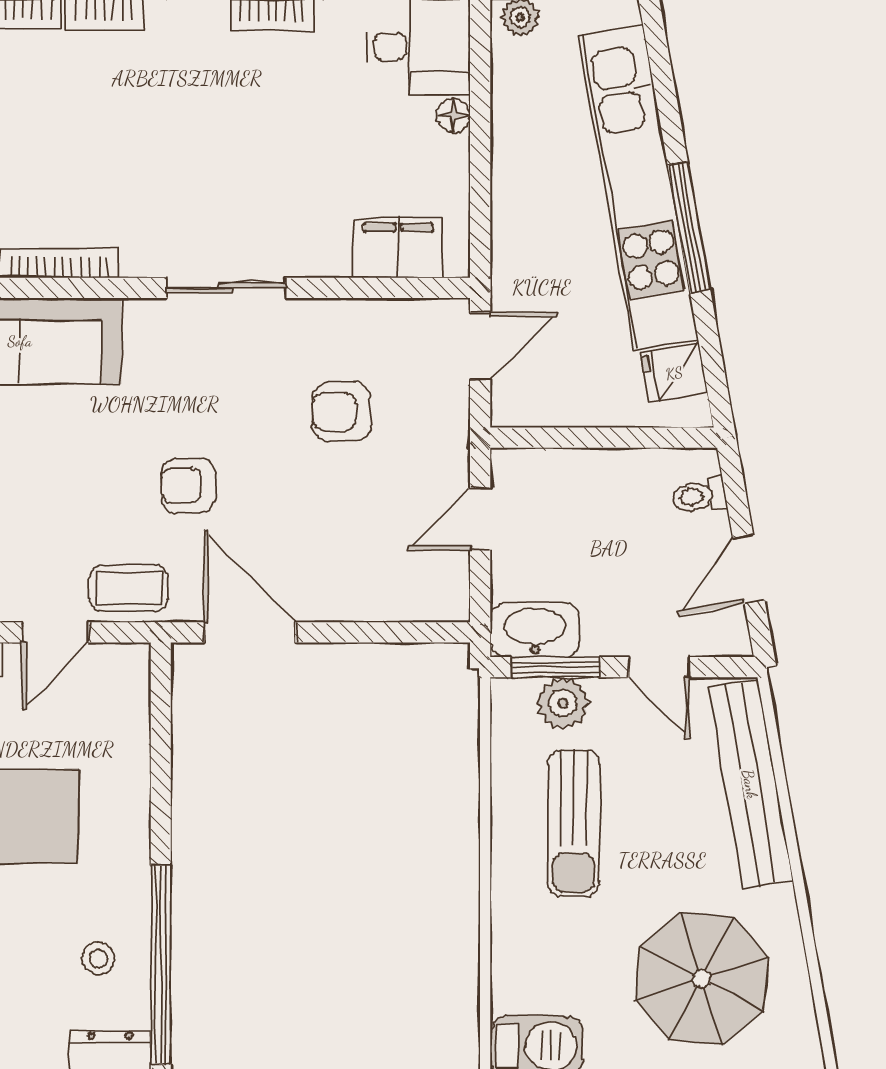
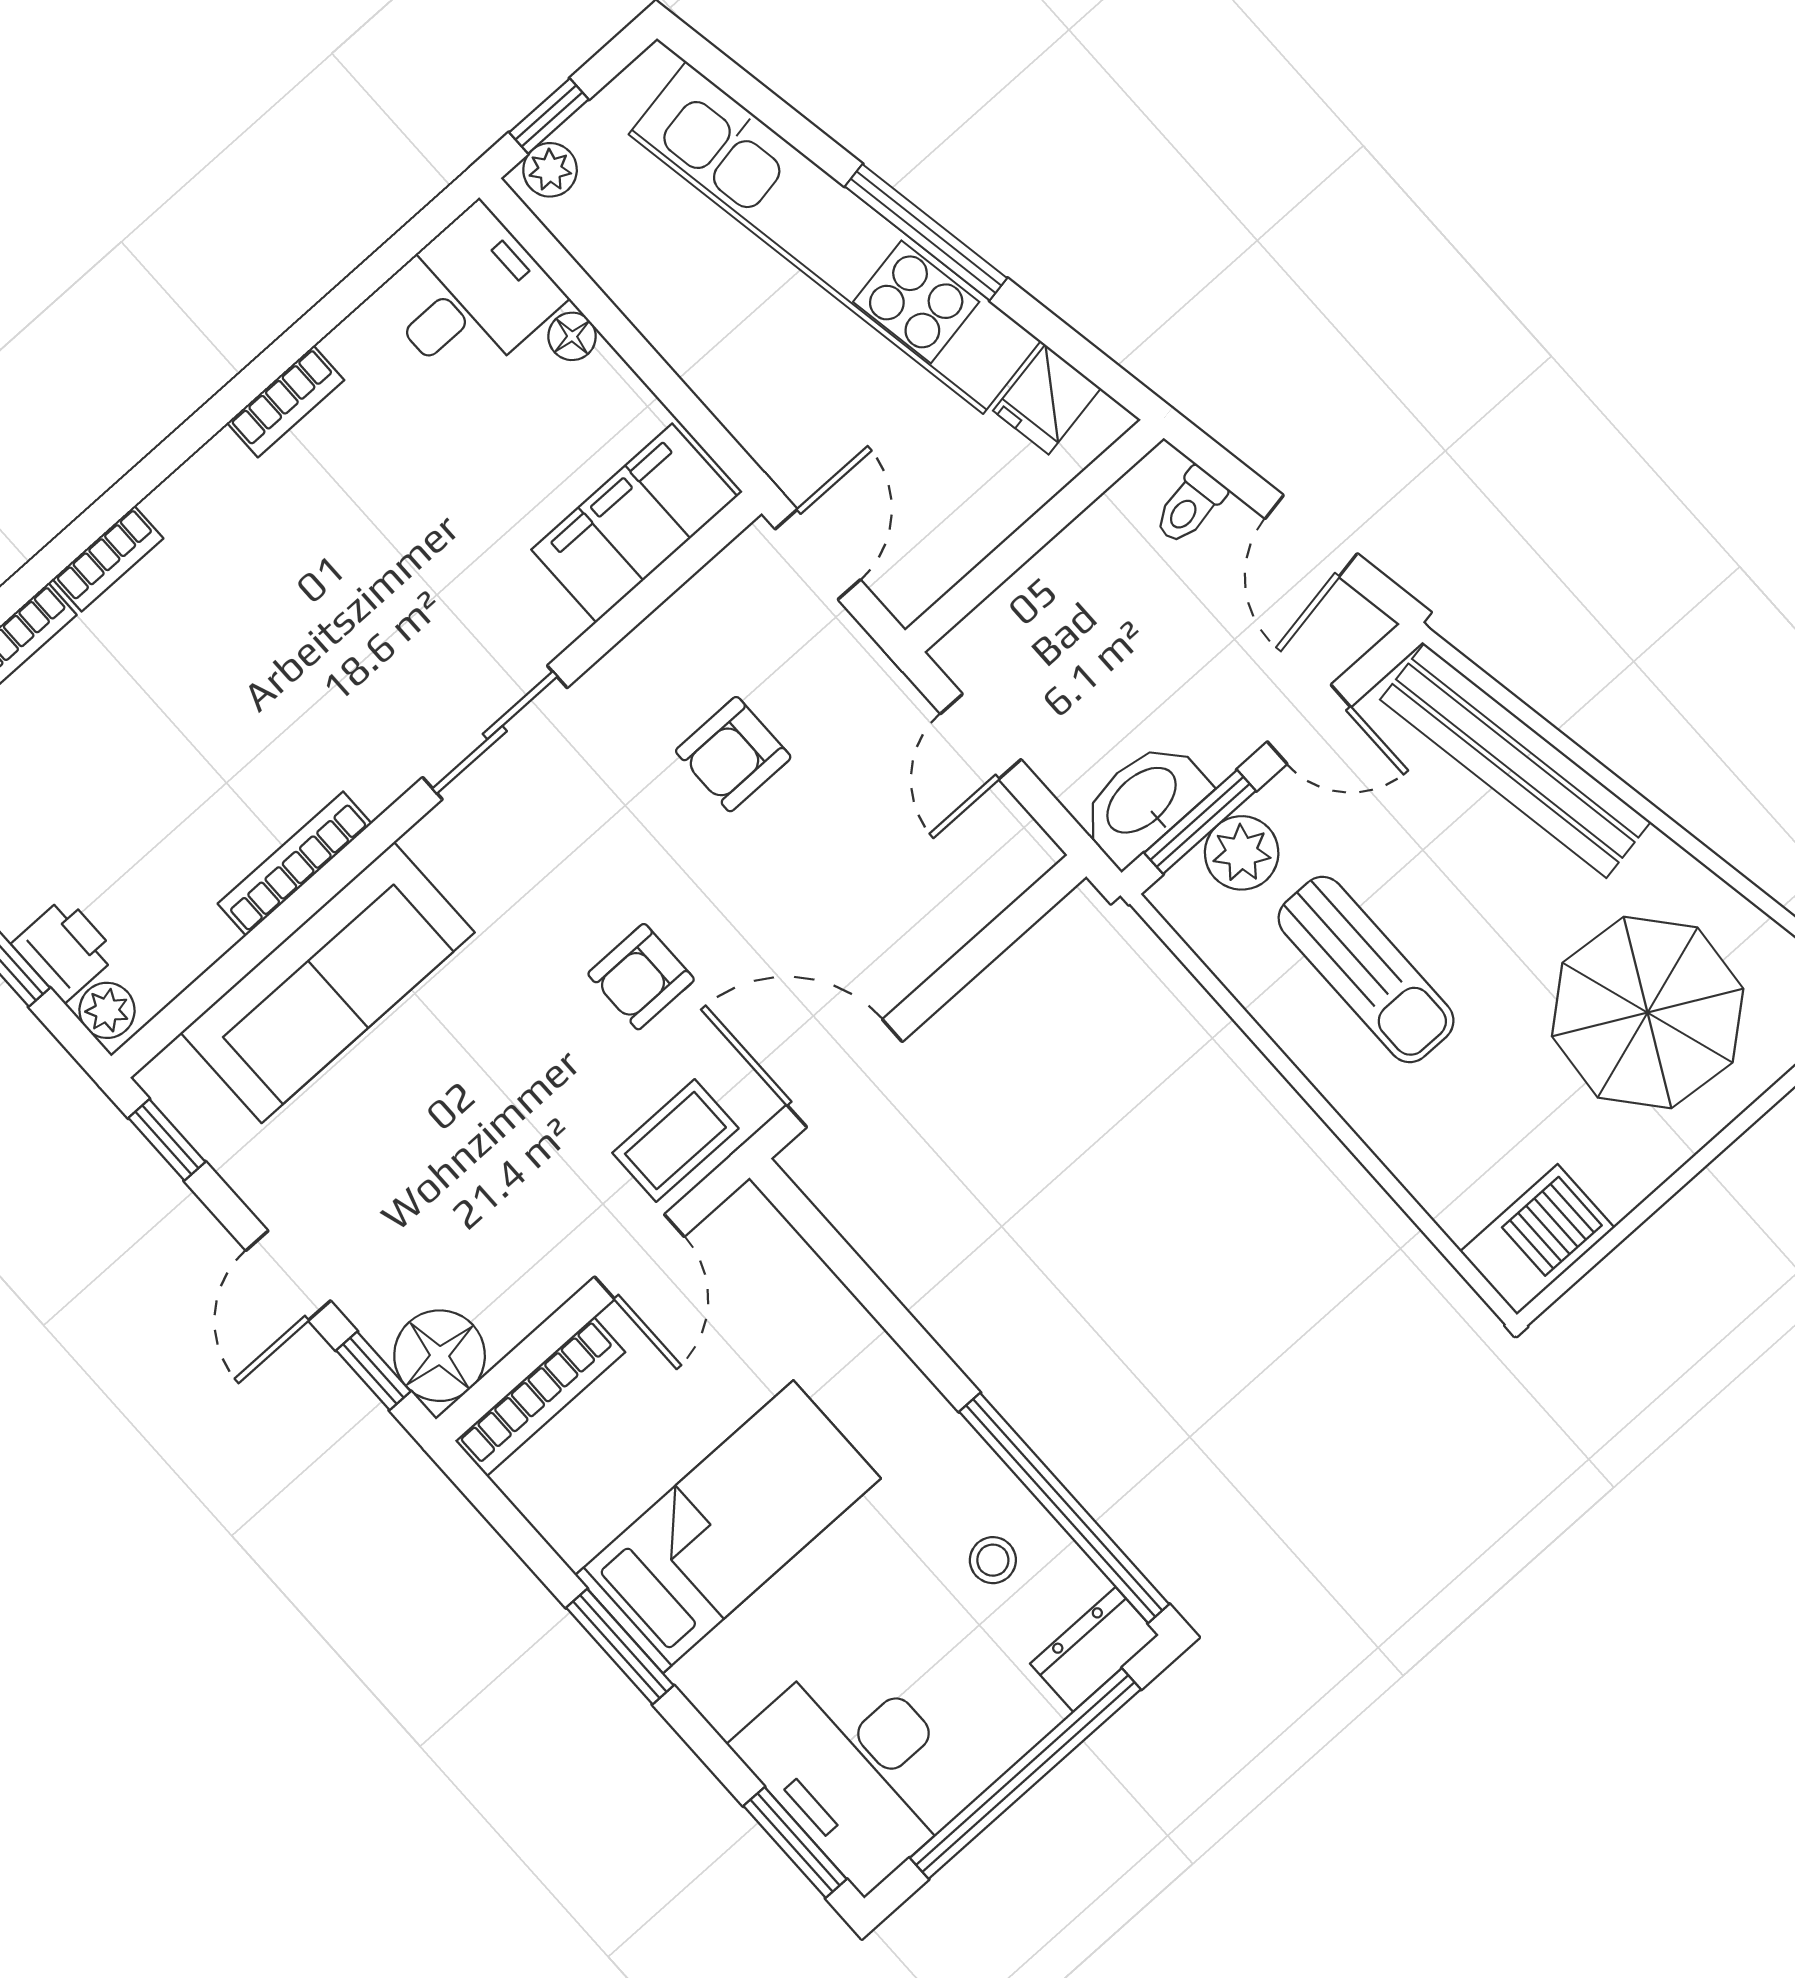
filing cabinet: (398, 248) -> (634, 523), width x1.50, depth x1.17

